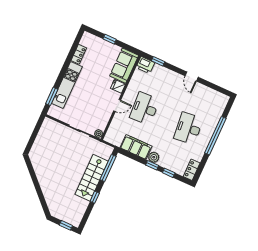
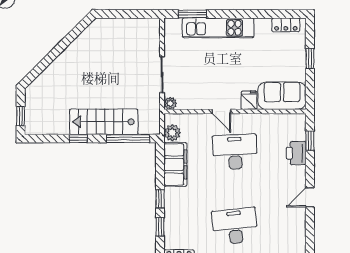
locker: (79, 54) -> (286, 25), moved
printer: (145, 65) -> (296, 153), moved
plant: (154, 157) -> (172, 133), moved

